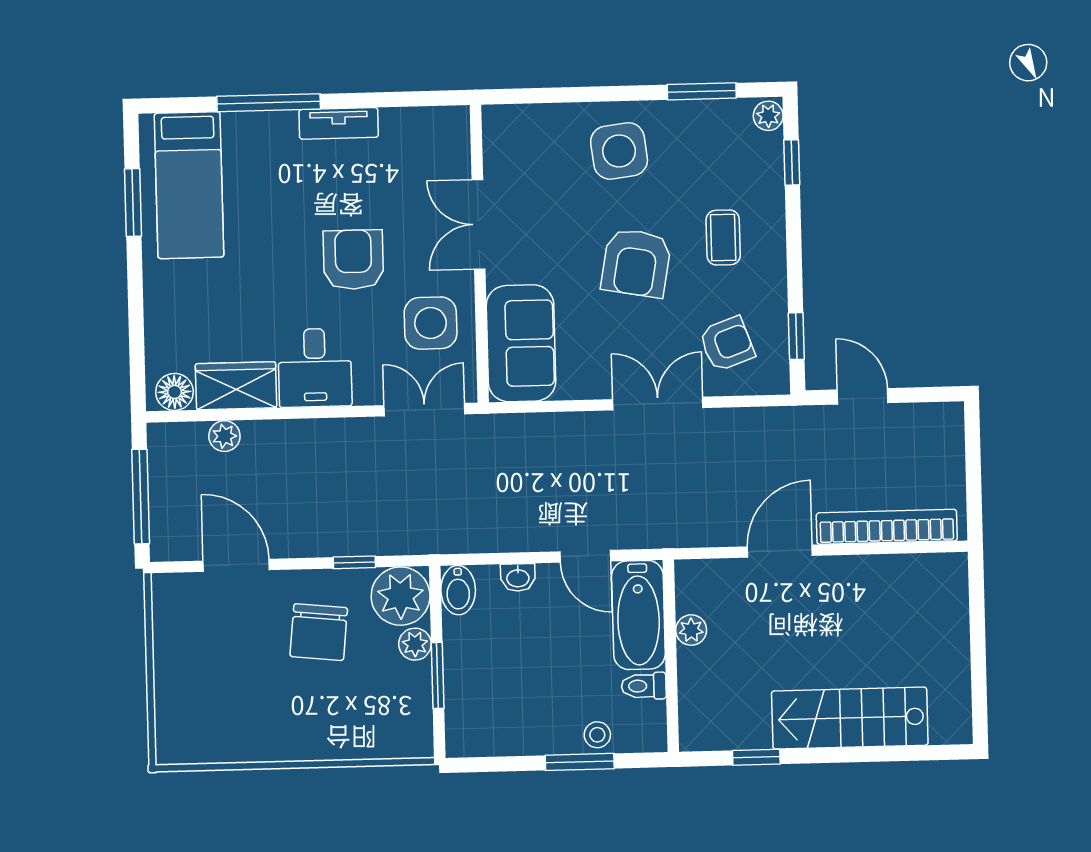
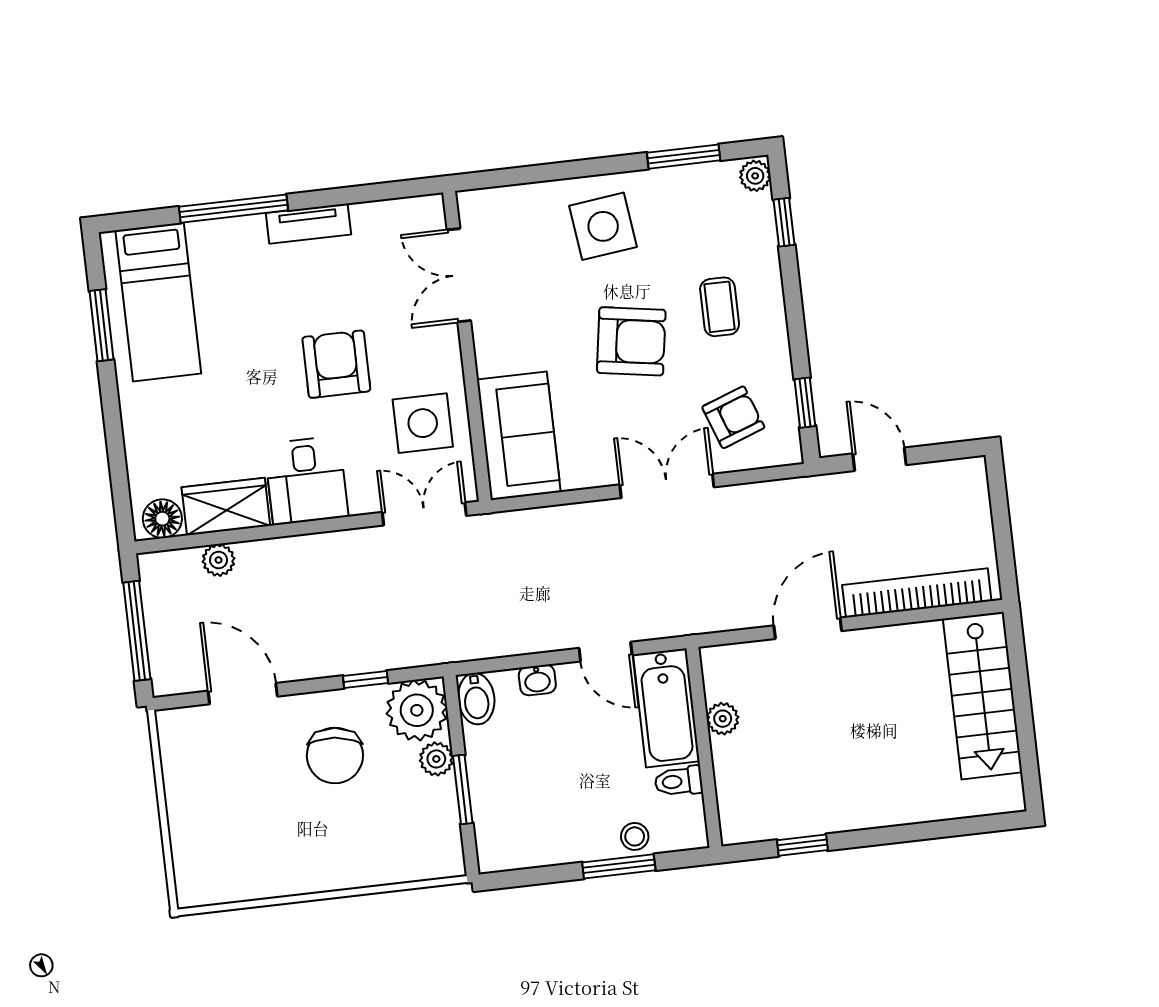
double door: (479, 224) -> (459, 275), moved
armchair: (636, 263) -> (631, 341), turned -91
stairs: (850, 718) -> (983, 696), moved, turned -90

